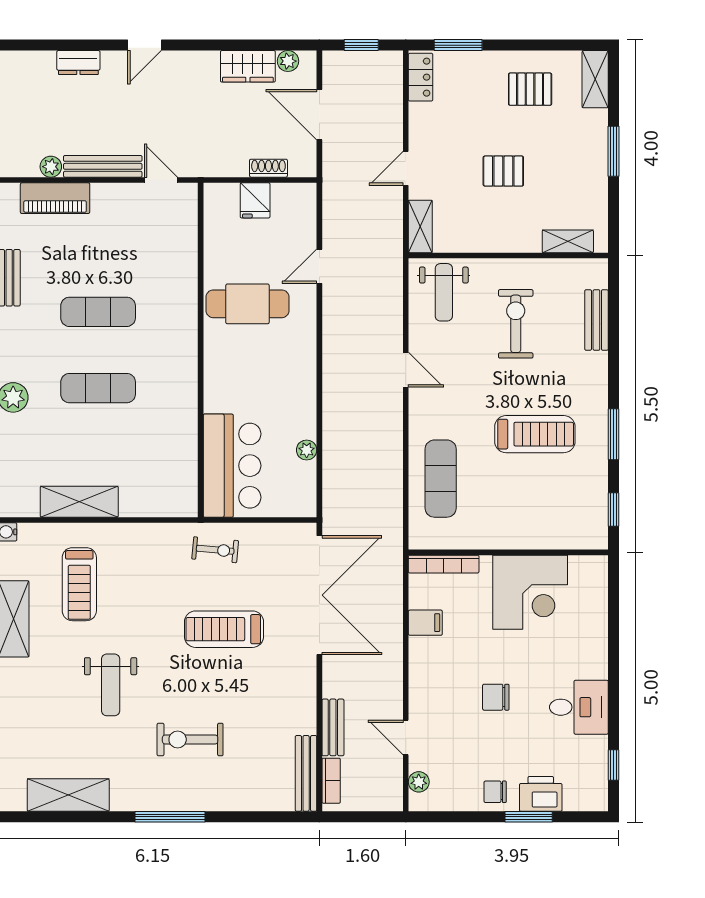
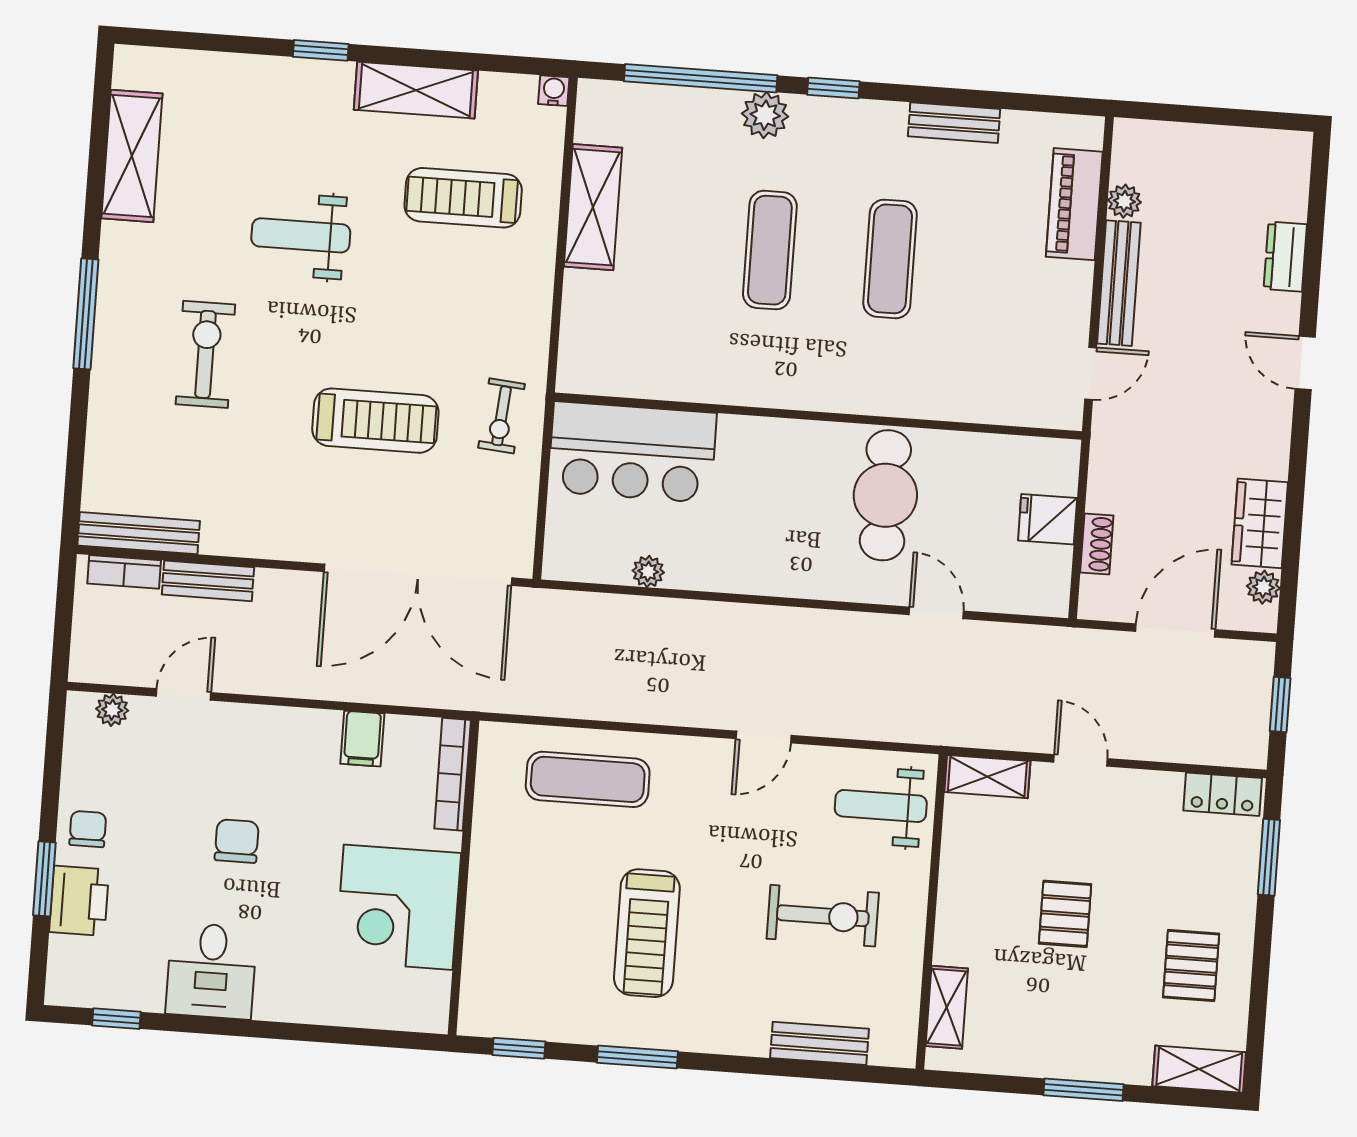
treadmill: (224, 629) -> (375, 421), turned 90

